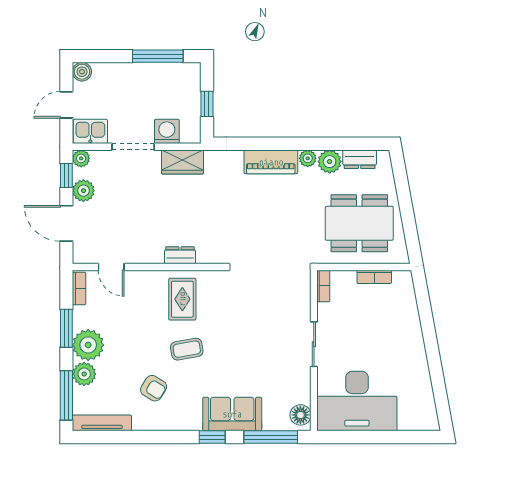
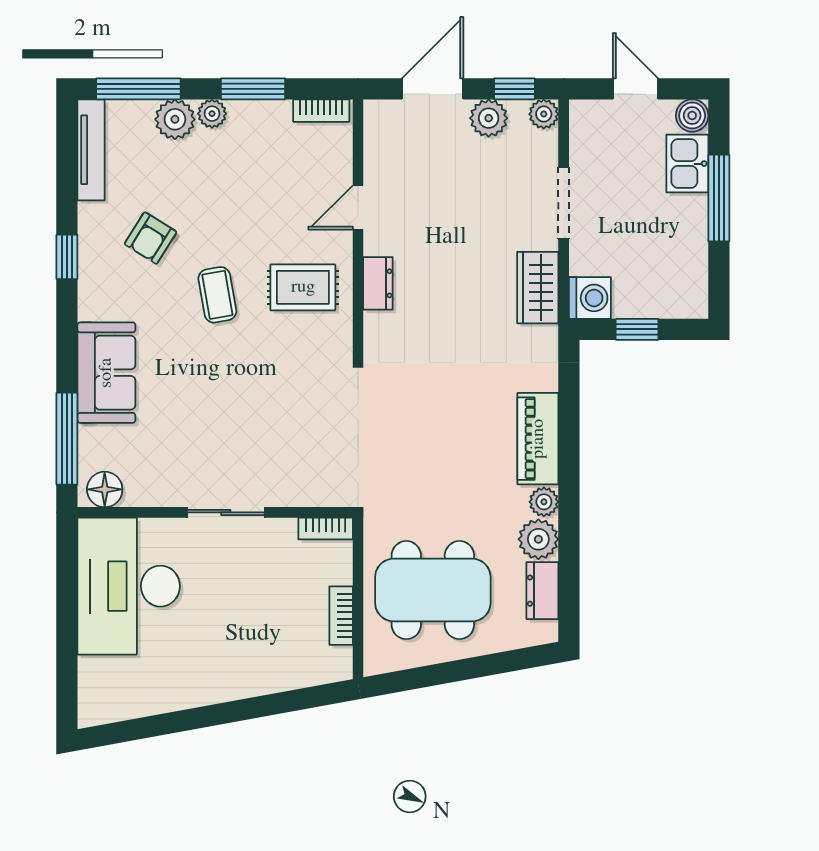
window: (158, 56) -> (719, 198), moved
kitchen sink: (90, 131) -> (687, 164), moved, turned 180
washing machine: (167, 131) -> (590, 298), moved
dining table: (359, 223) -> (433, 590), turned 90
door: (111, 267) -> (358, 207), moved
plant: (88, 345) -> (212, 114), width x0.53, depth x0.53
window: (212, 437) -> (67, 257), moved

